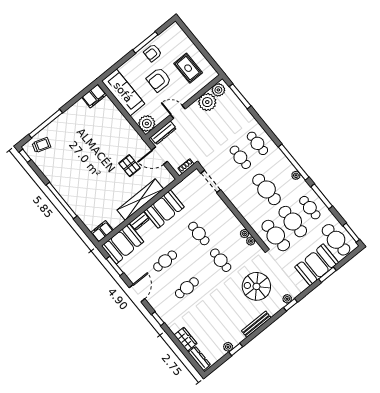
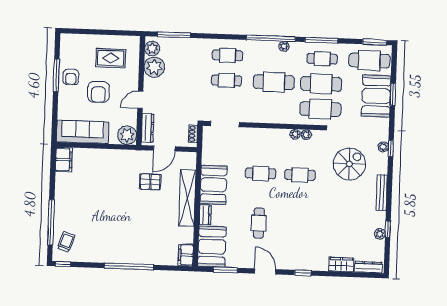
spiral stairs: (256, 286) -> (349, 164), turned 180
cafe table: (187, 288) -> (298, 225), removed

